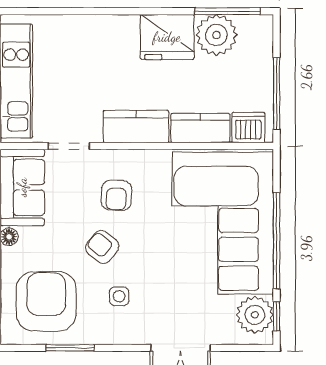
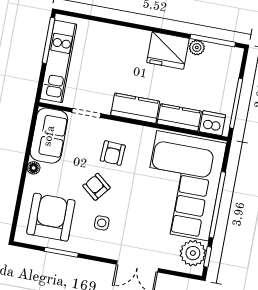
plant: (216, 35) -> (197, 48), width x0.53, depth x0.53

